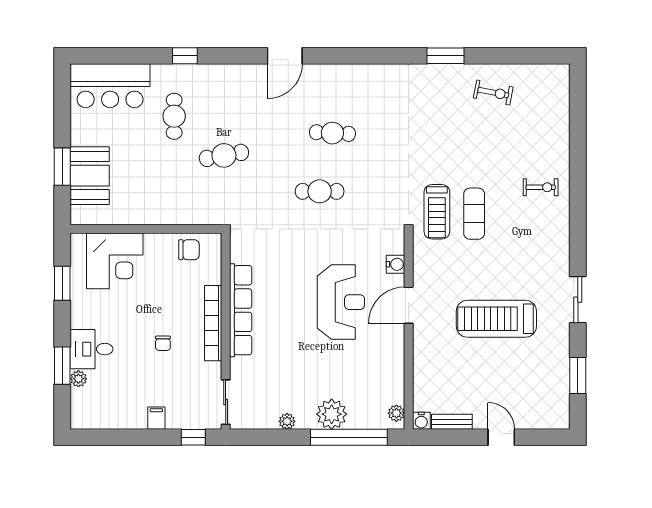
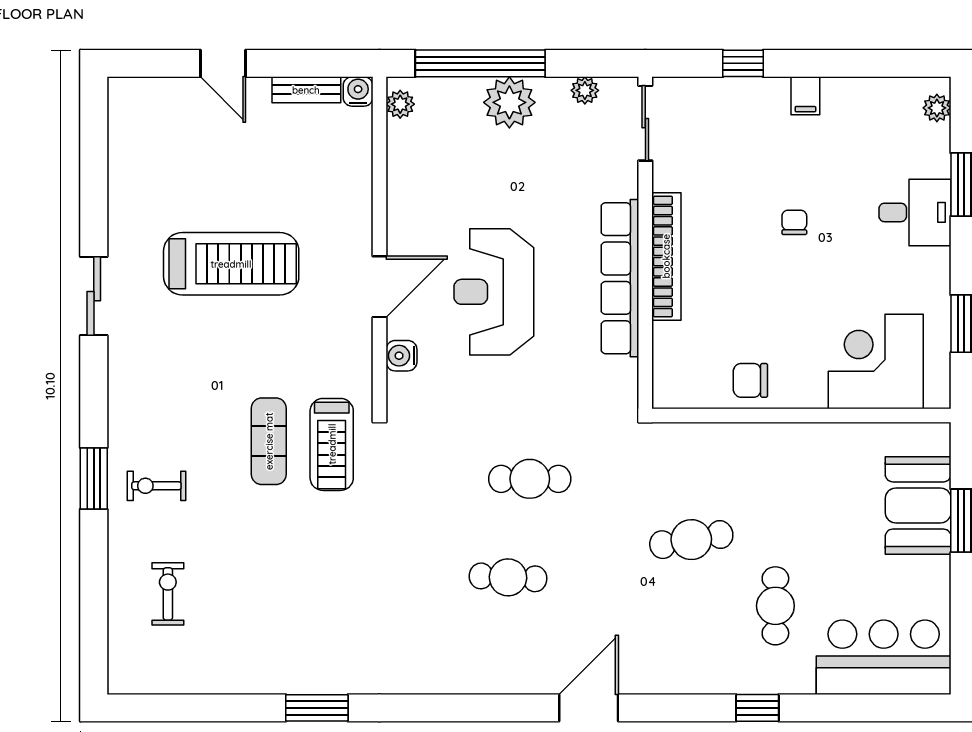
exercise bike: (493, 93) -> (168, 594), moved, turned 79
treadmill: (437, 212) -> (332, 444), turned 180
row of seats: (241, 310) -> (620, 278), moved
bookcase: (213, 323) -> (666, 256), moved
wall: (226, 331) -> (645, 243), moved
window: (578, 376) -> (94, 479), moved
plant: (78, 379) -> (937, 108), moved
sliding door: (226, 402) -> (645, 123), moved

